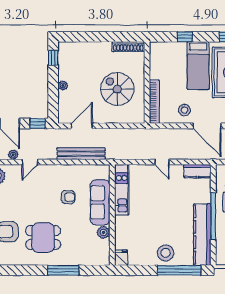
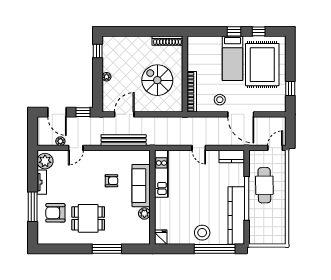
window: (185, 37) -> (234, 31), moved

